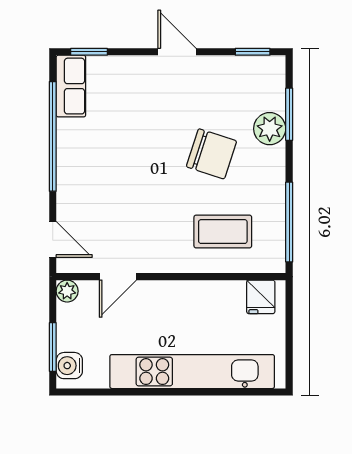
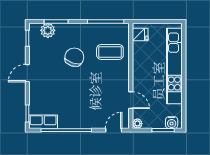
plant: (270, 129) -> (48, 30), moved
coffee table: (223, 232) -> (110, 52), turned 90

